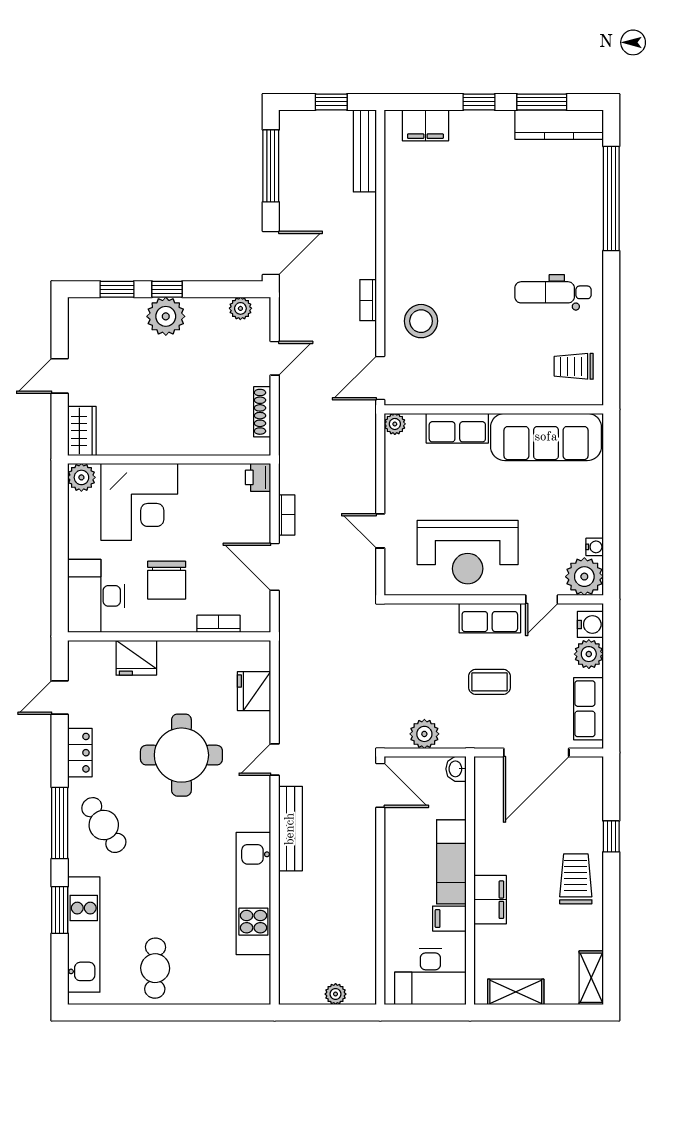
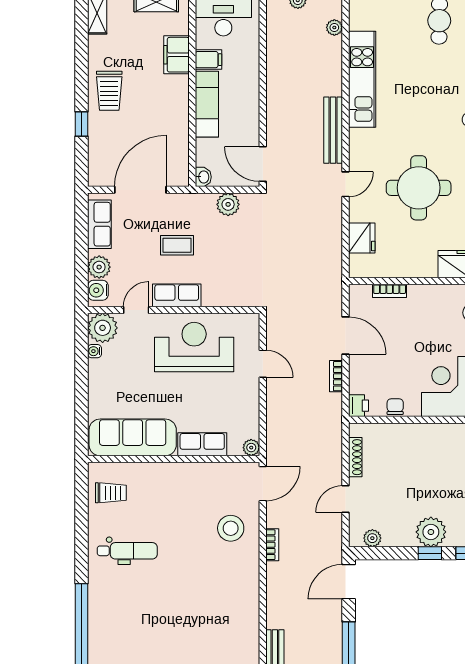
chair: (167, 580) -> (395, 407), moved, width x0.54, depth x0.54
filing cabinet: (490, 900) -> (176, 55), moved
plant: (289, 959) -> (334, 28), added

